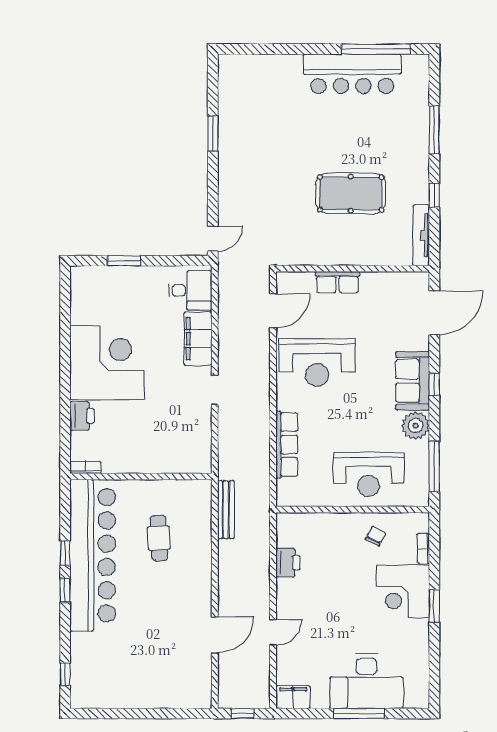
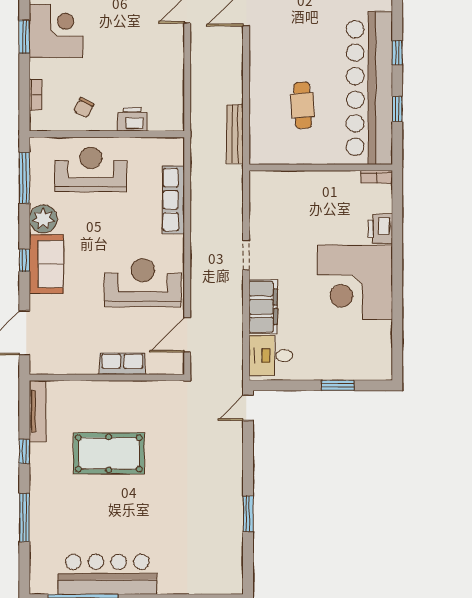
window: (65, 553) -> (397, 109), moved
printer: (288, 563) -> (132, 119), moved, turned 90
corner desk: (403, 592) -> (56, 31), moved

